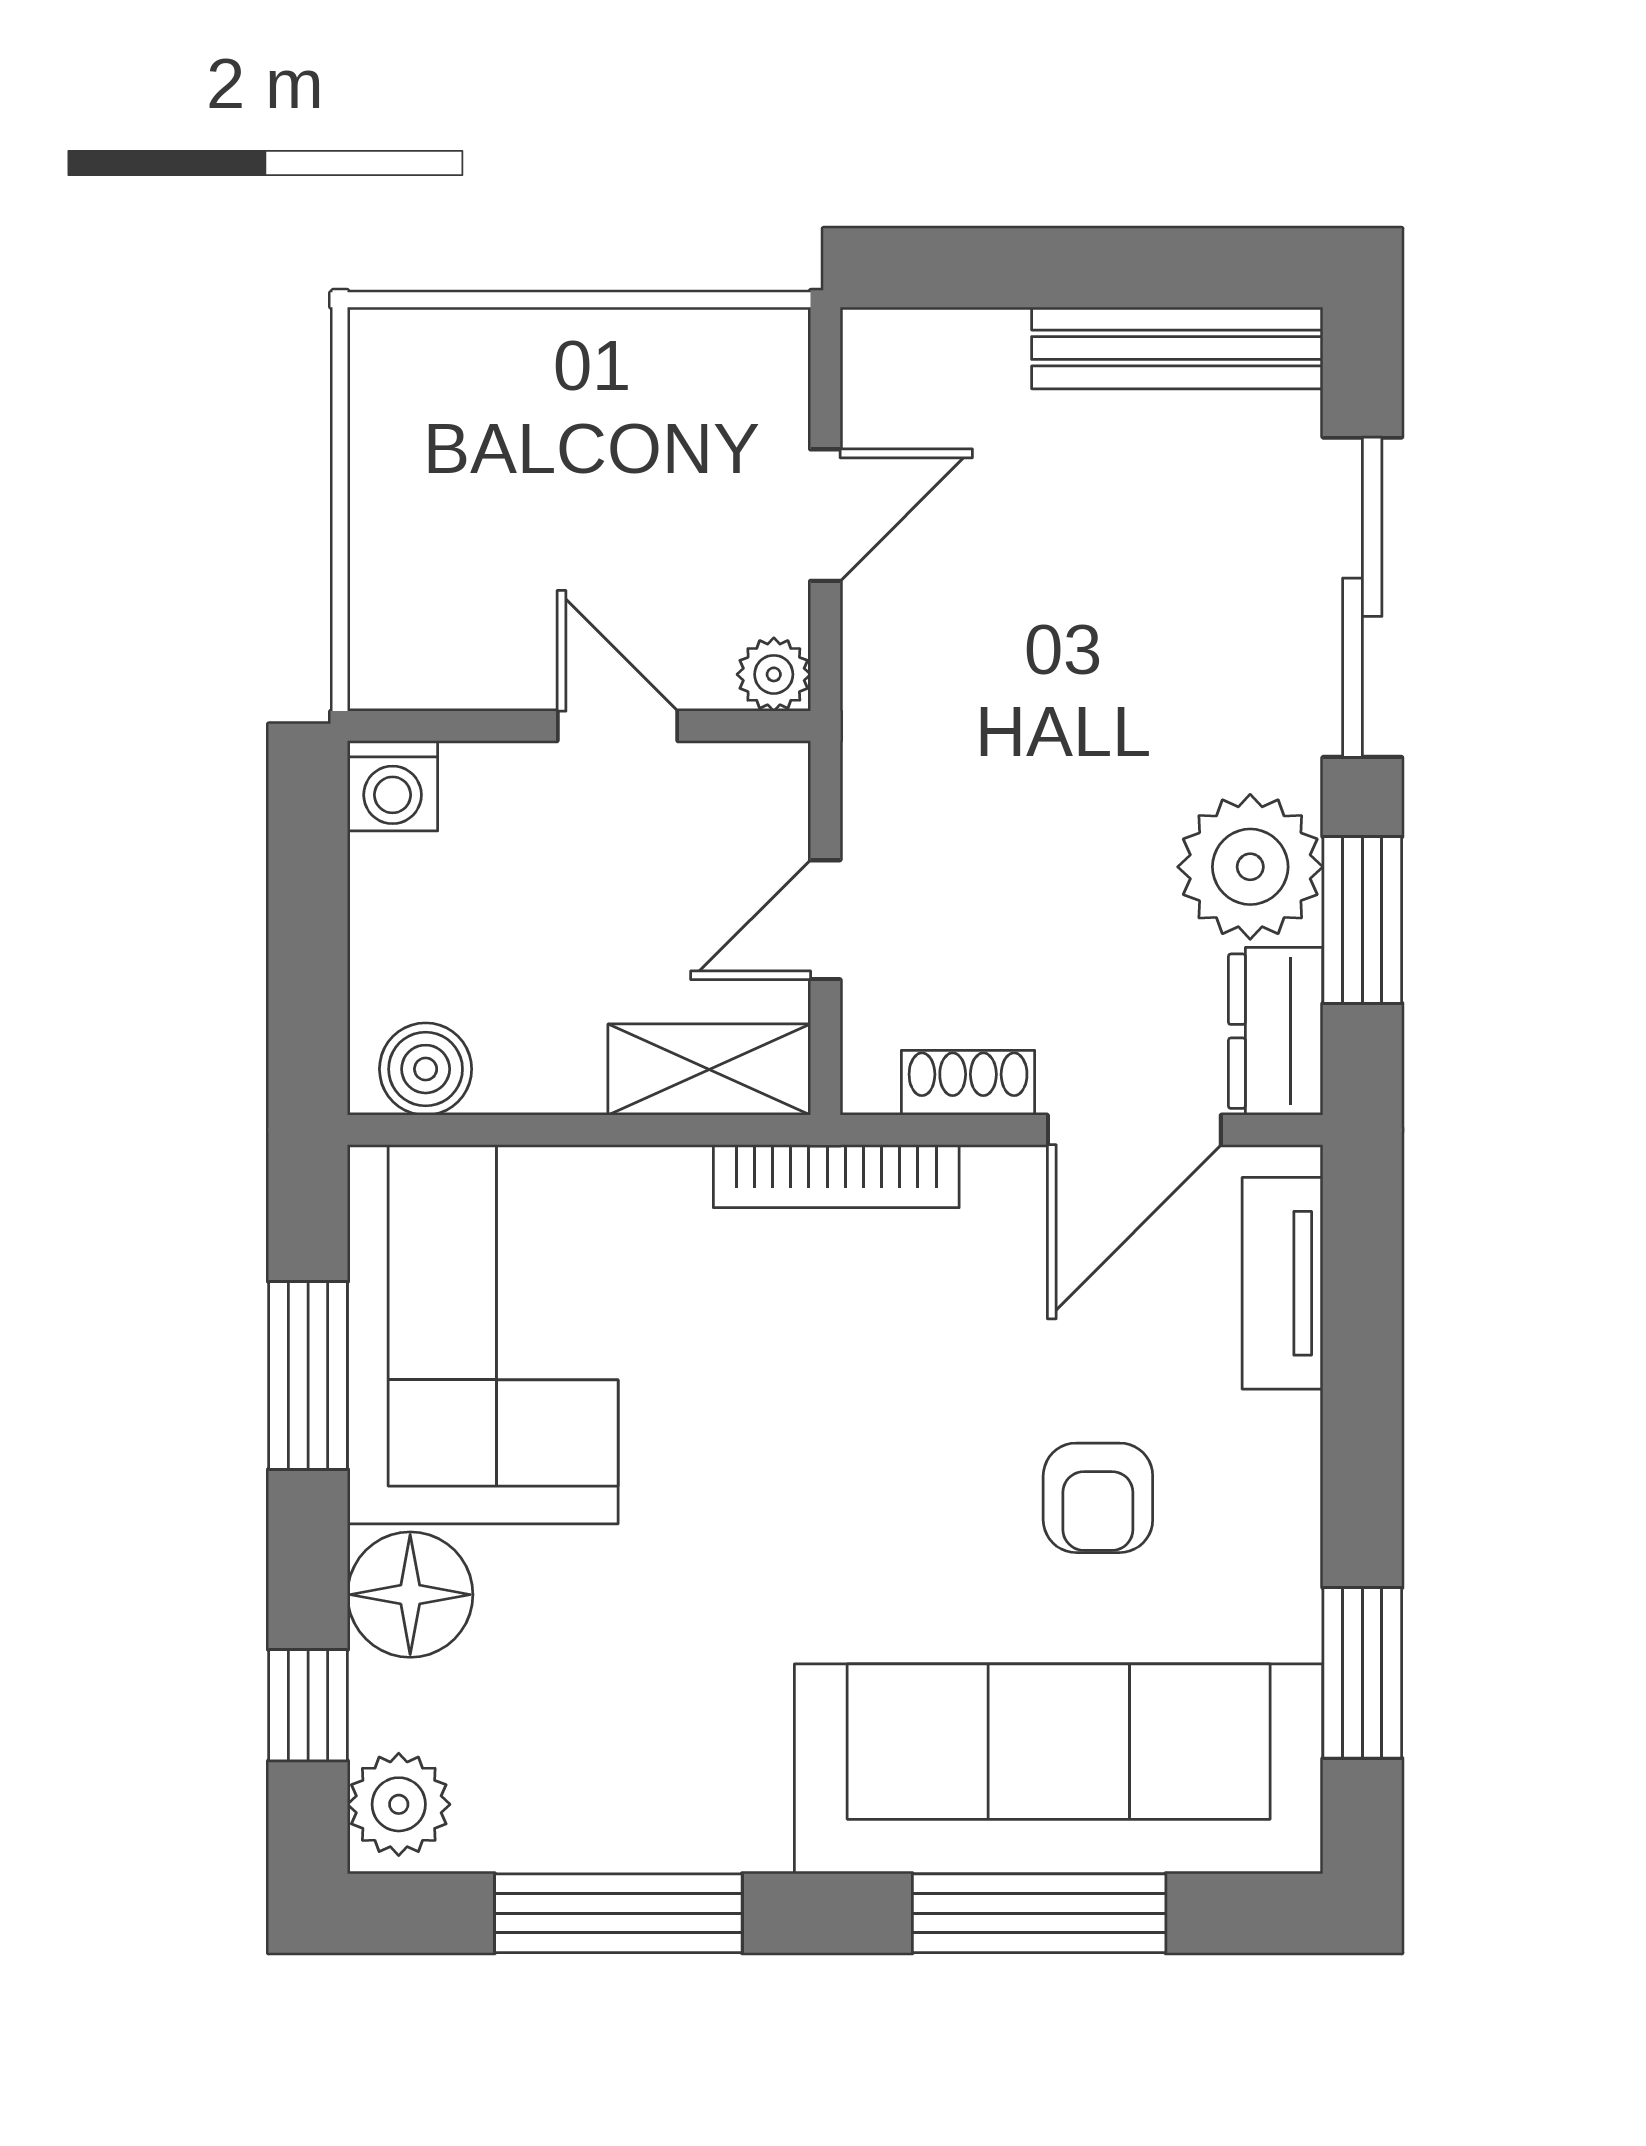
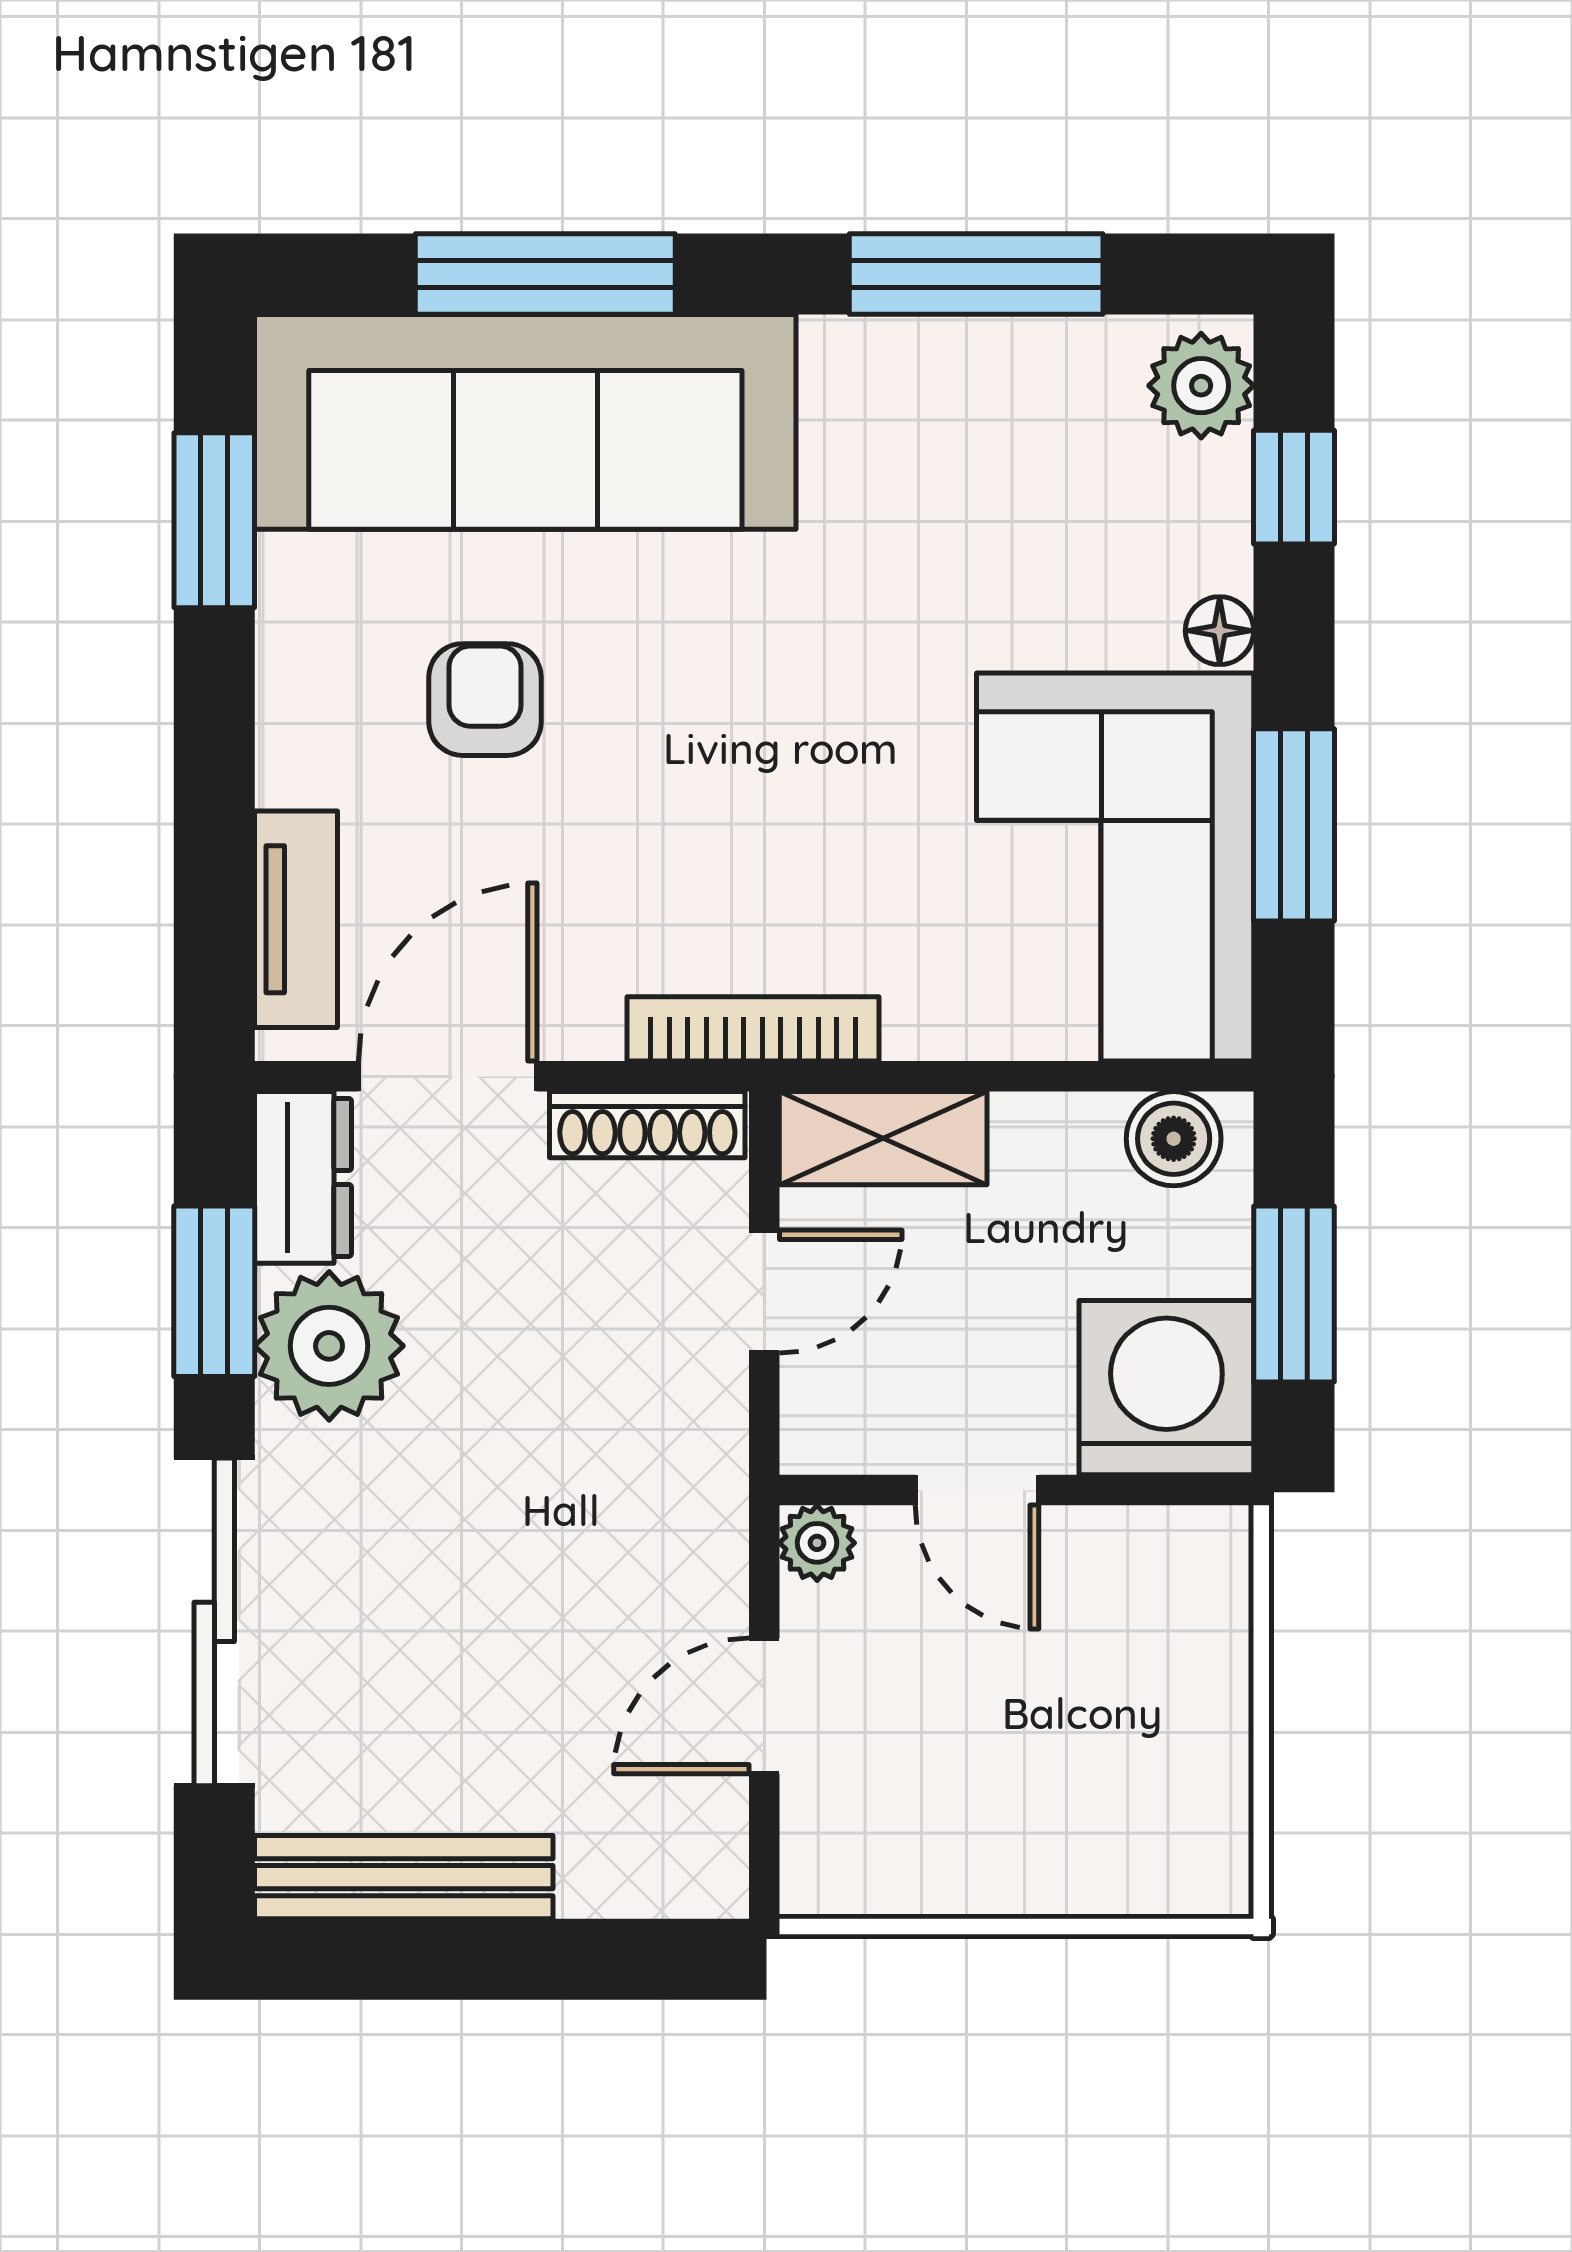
washing machine: (393, 786) -> (1166, 1388), width x1.89, depth x1.89
window: (308, 917) -> (1294, 1294), added
shoe rack: (968, 1083) -> (647, 1125), width x1.43
floor lamp: (410, 1595) -> (1220, 631), width x0.53, depth x0.53

